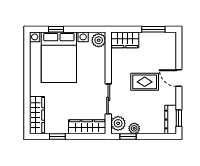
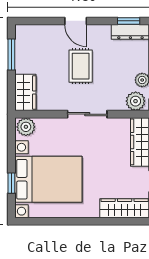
door: (179, 78) -> (76, 21), hinge flipped
sliding door: (108, 99) -> (87, 114), moved

